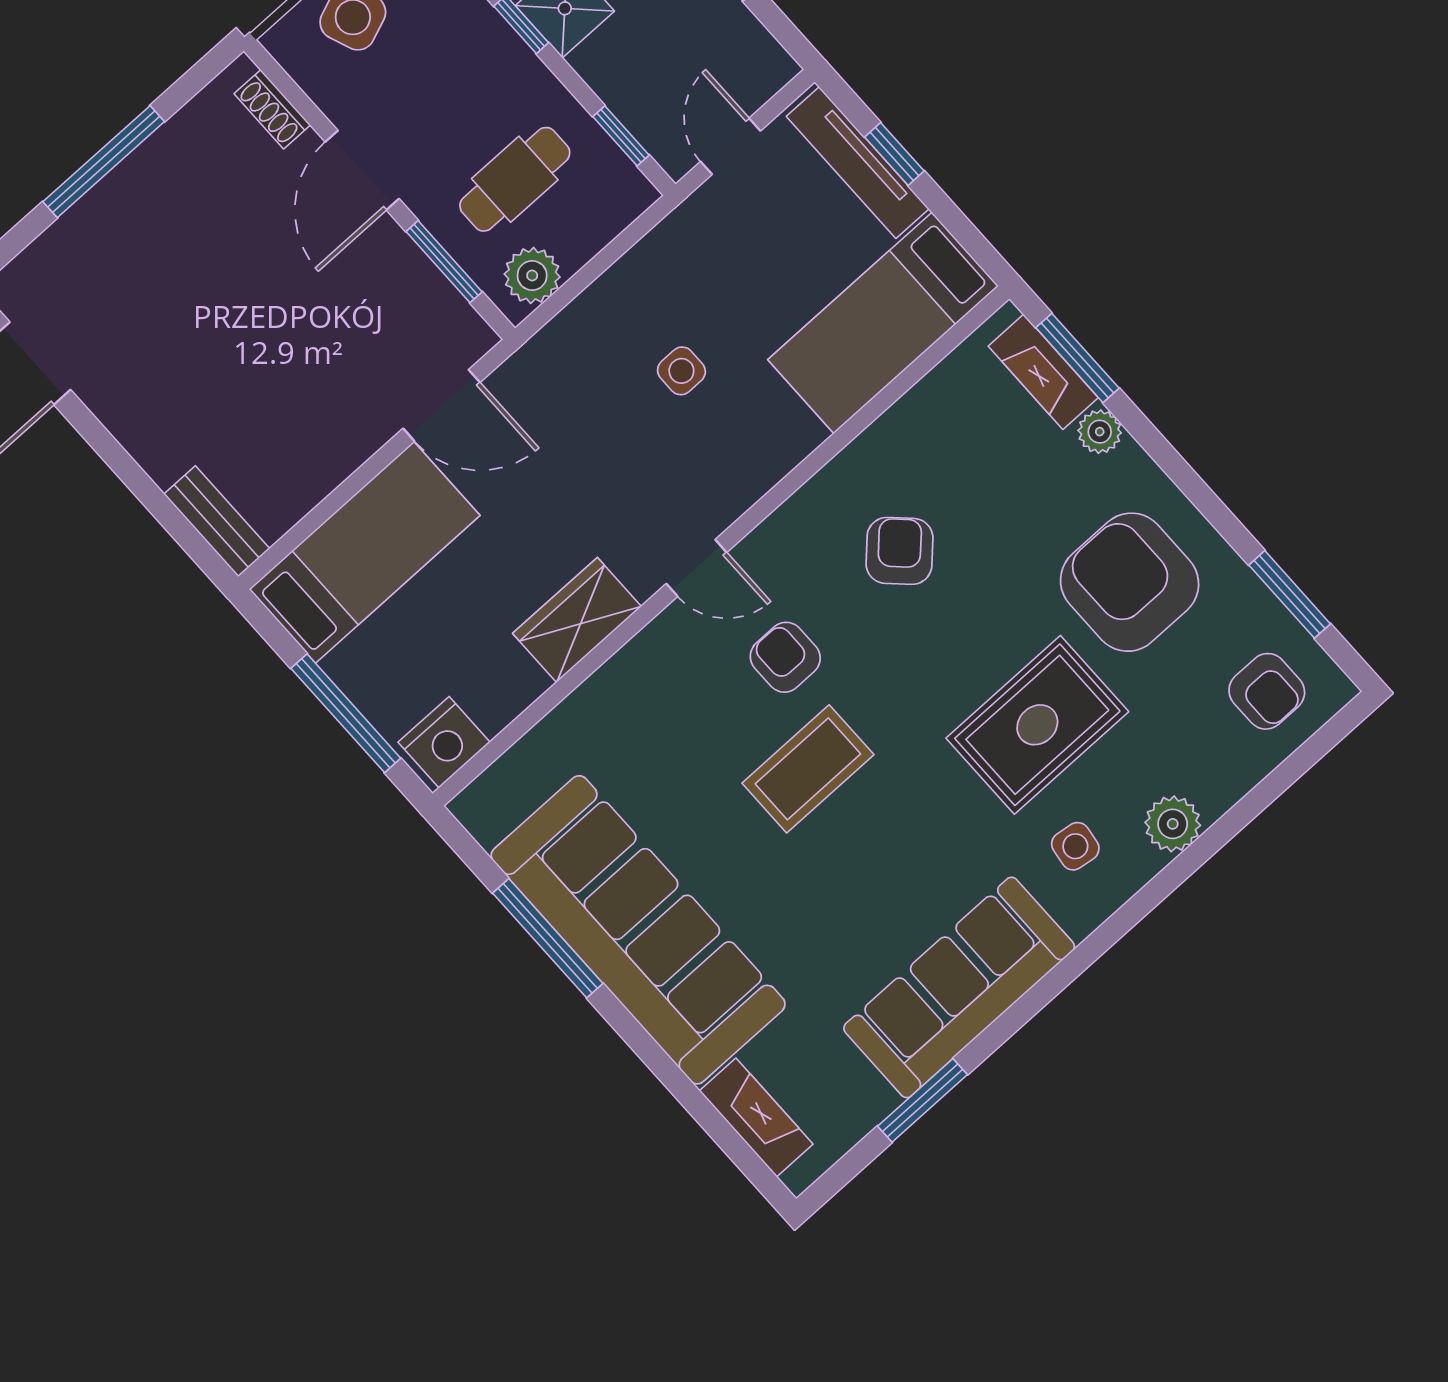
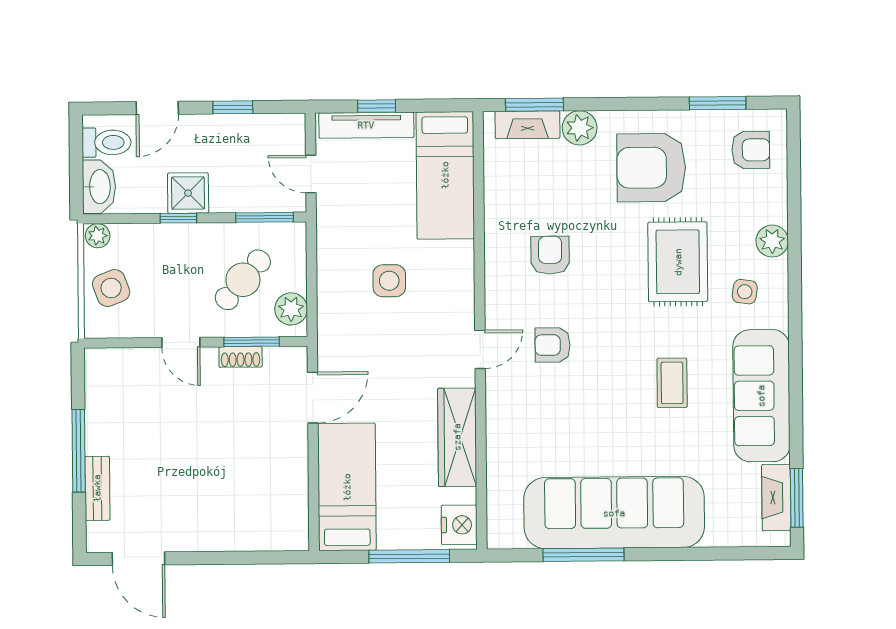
shoe rack: (272, 109) -> (241, 357), moved
window: (621, 136) -> (265, 217), width x1.50
door: (362, 170) -> (181, 342), width x0.73
cafe table: (515, 179) -> (243, 280), turned 41
side table: (681, 371) -> (389, 281), width x1.37, depth x1.37
plant: (1100, 432) -> (580, 128), width x1.38, depth x1.38
bench: (217, 521) -> (97, 488), moved, turned 90
armchair: (899, 551) -> (550, 255), turned 46
wardrobe: (577, 620) -> (457, 437), width x1.50
coffee table: (808, 769) -> (672, 383), moved, width x0.73, depth x0.77
window: (923, 1100) -> (797, 498), moved
fireplace: (756, 1117) -> (776, 498), moved, turned -90

